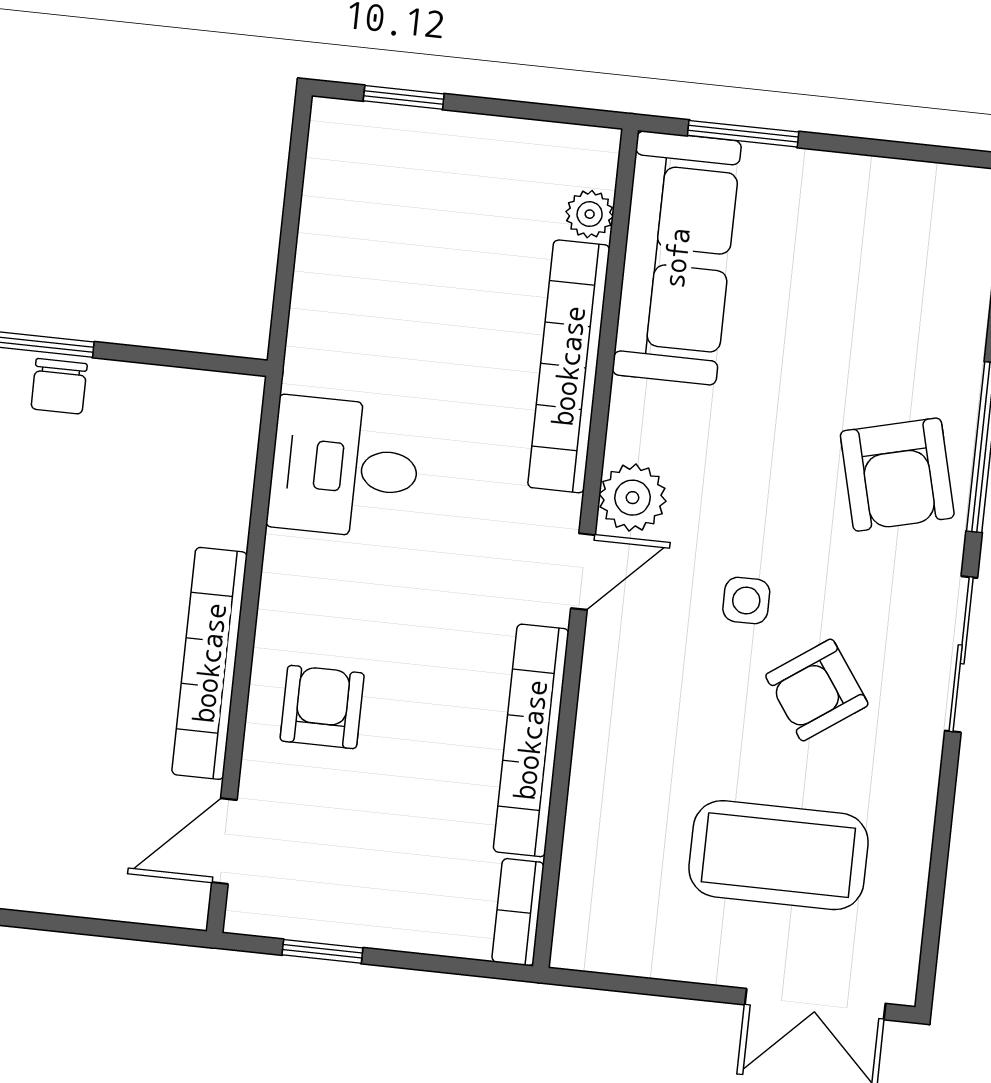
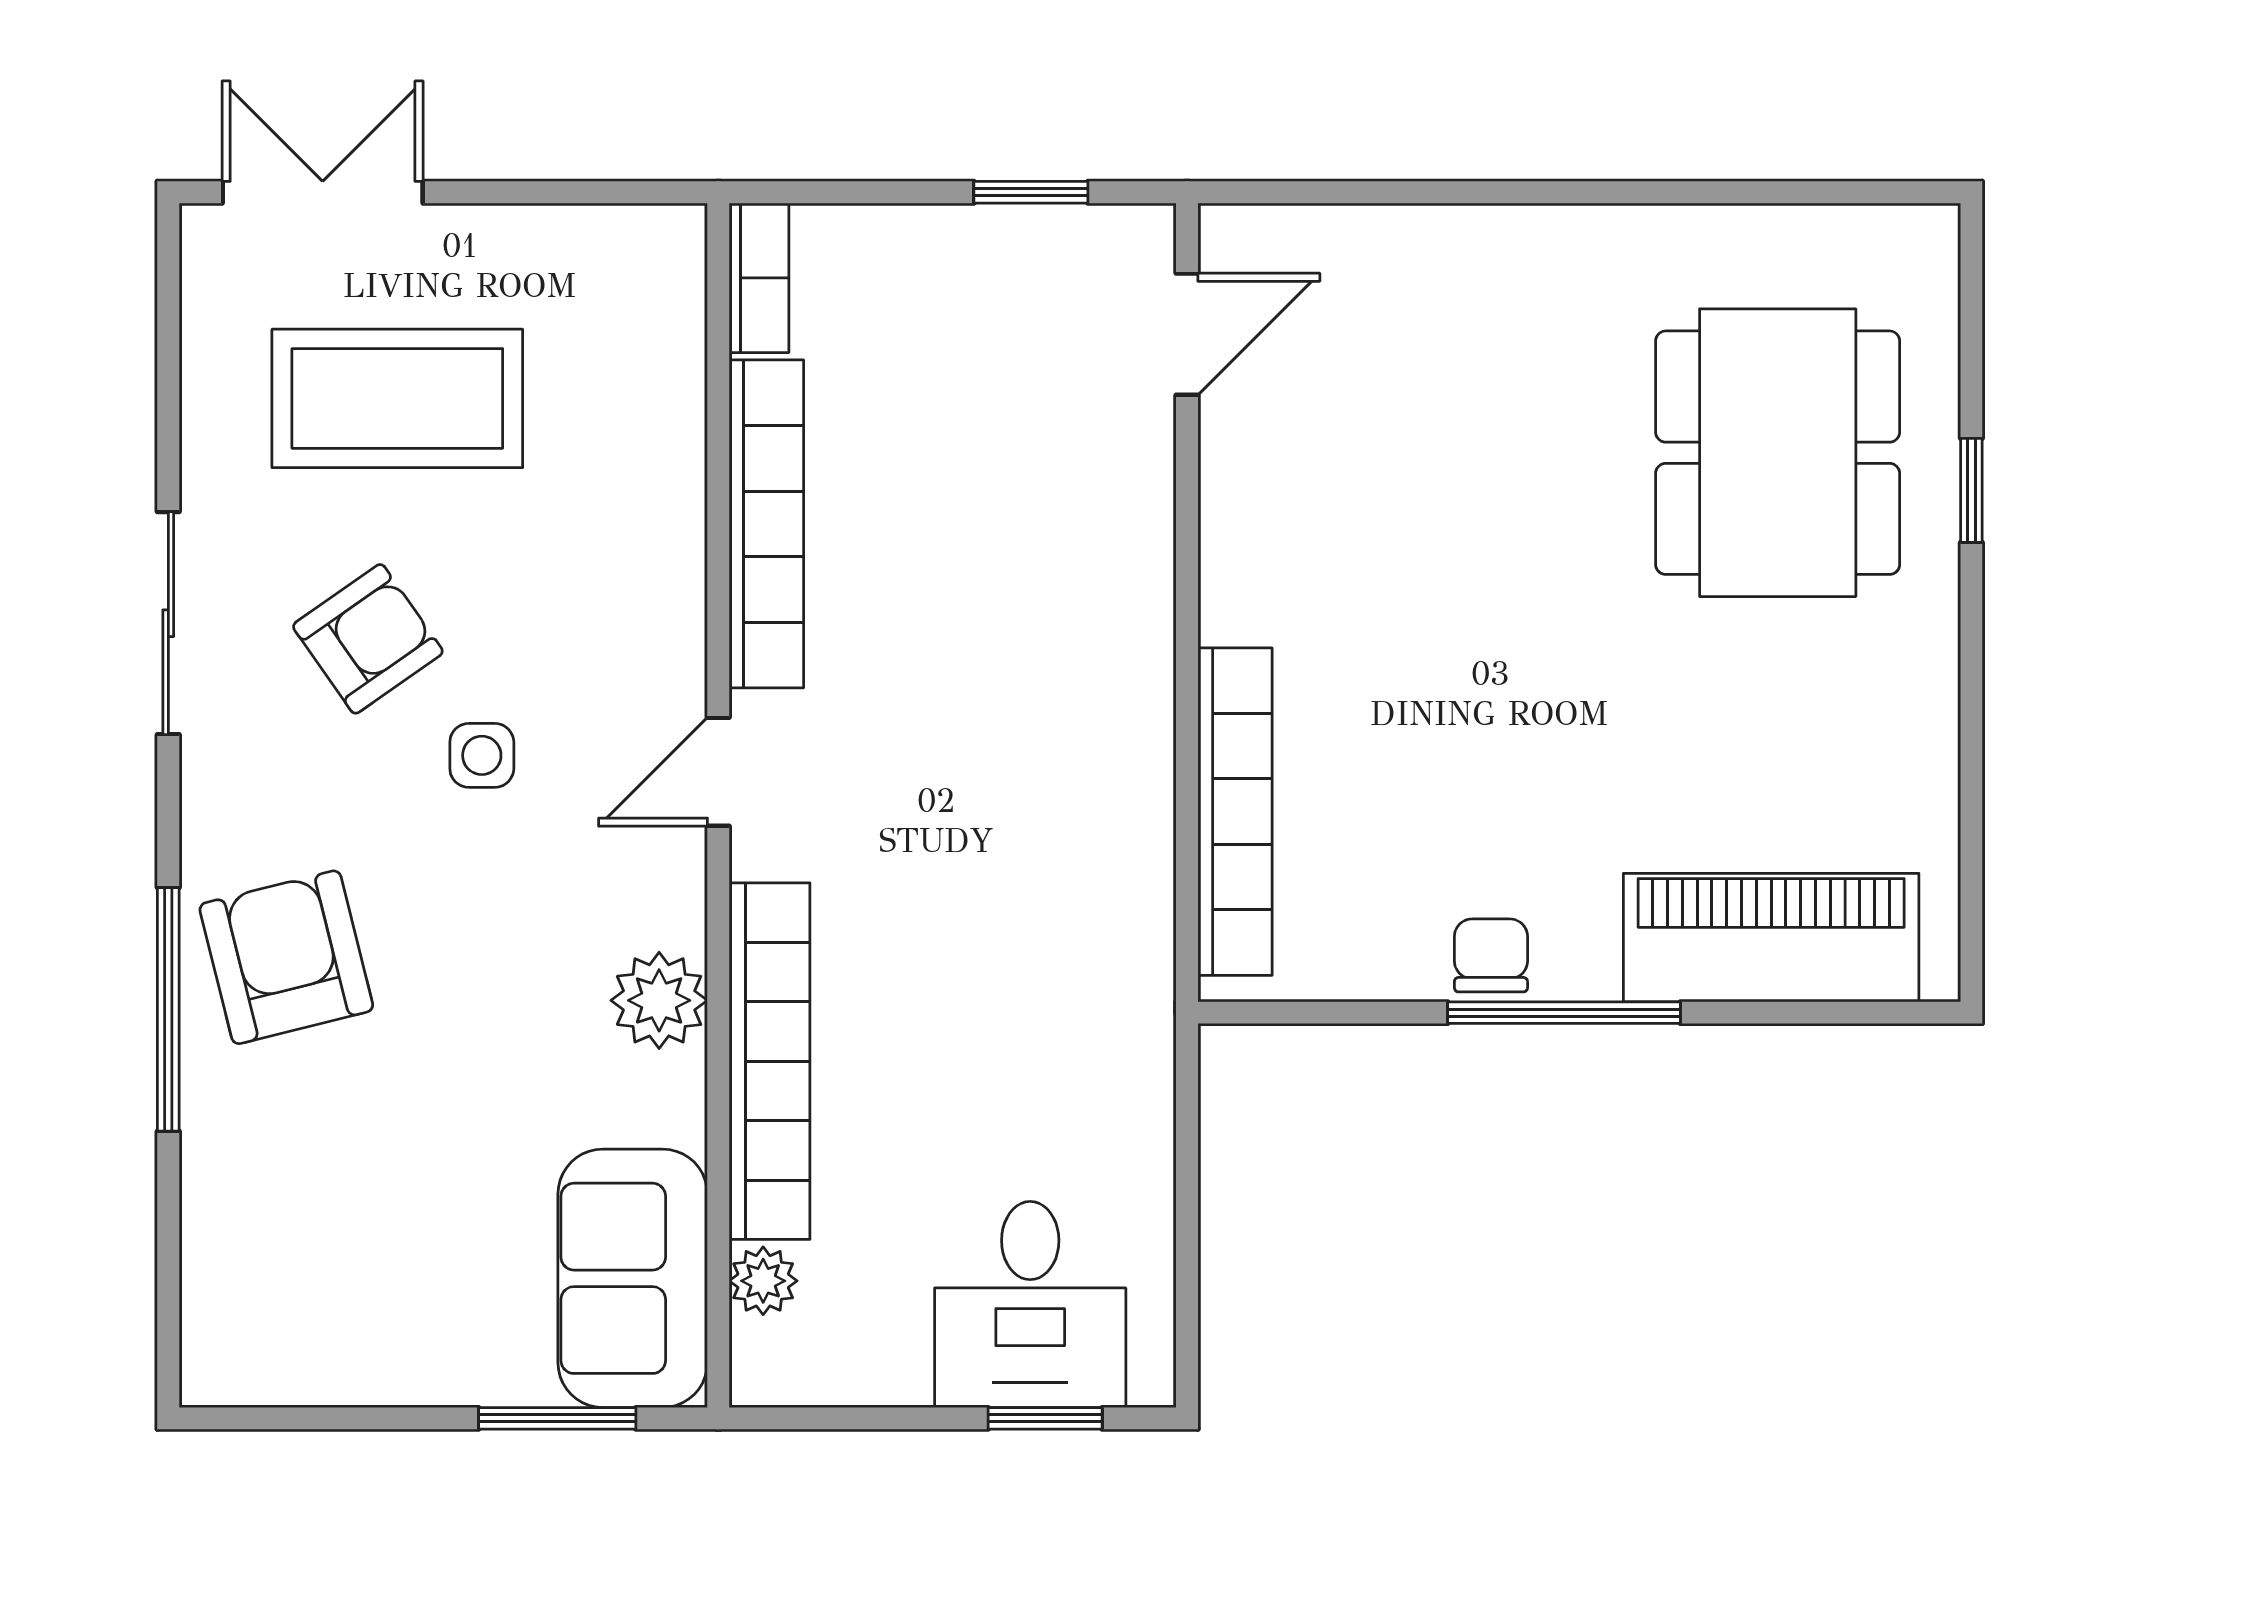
sofa: (677, 258) -> (633, 1278), width x0.73
desk: (344, 468) -> (1030, 1304), moved, turned 90
plant: (633, 498) -> (659, 1000), moved
sliding door: (961, 654) -> (168, 623), moved
bookcase: (210, 663) -> (1235, 812), moved
armchair: (322, 707) -> (1068, 540), removed

